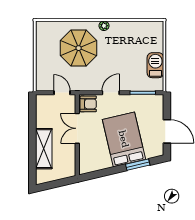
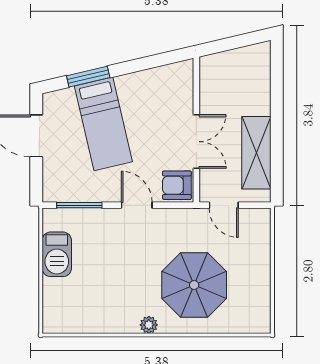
door: (111, 93) -> (137, 205), swing flipped
bed: (124, 139) -> (103, 124), width x0.67
shelving: (44, 149) -> (256, 153), moved

